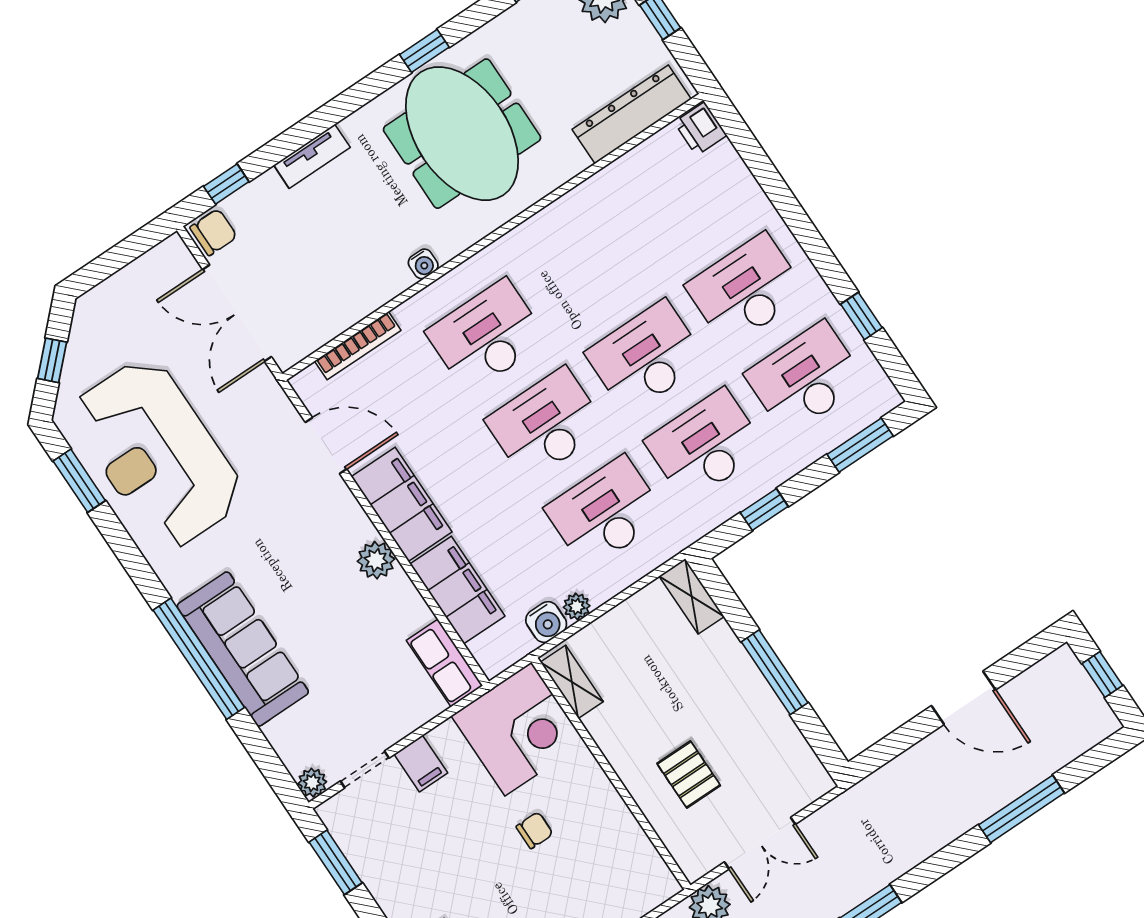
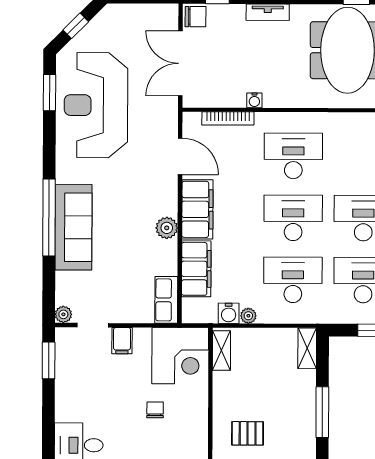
water cooler: (423, 264) -> (254, 100), moved
pallet: (689, 774) -> (248, 433), turned 90
chair: (535, 830) -> (155, 410), turned -90

